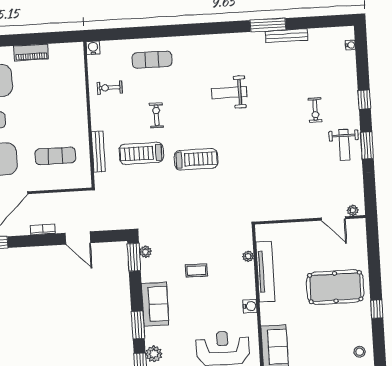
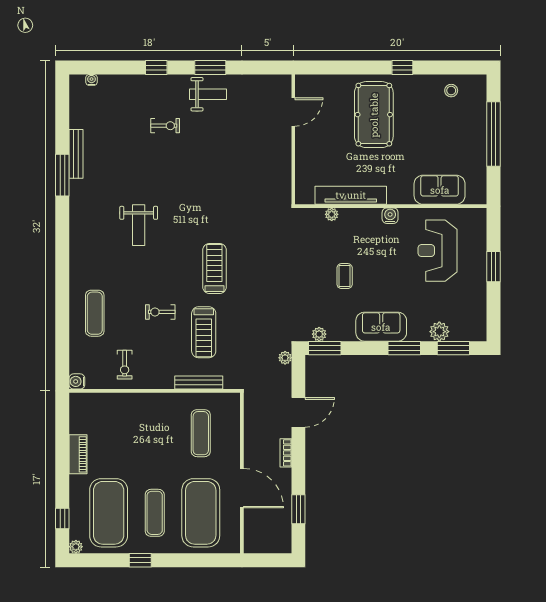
plant: (353, 210) -> (285, 358), moved

